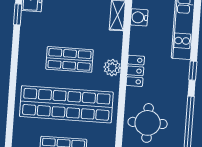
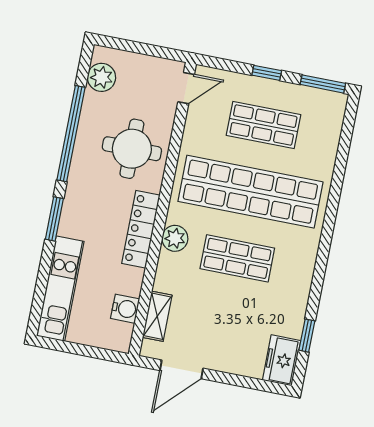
locker: (135, 71) -> (141, 229), width x1.53
window: (193, 71) -> (54, 219), width x1.50

